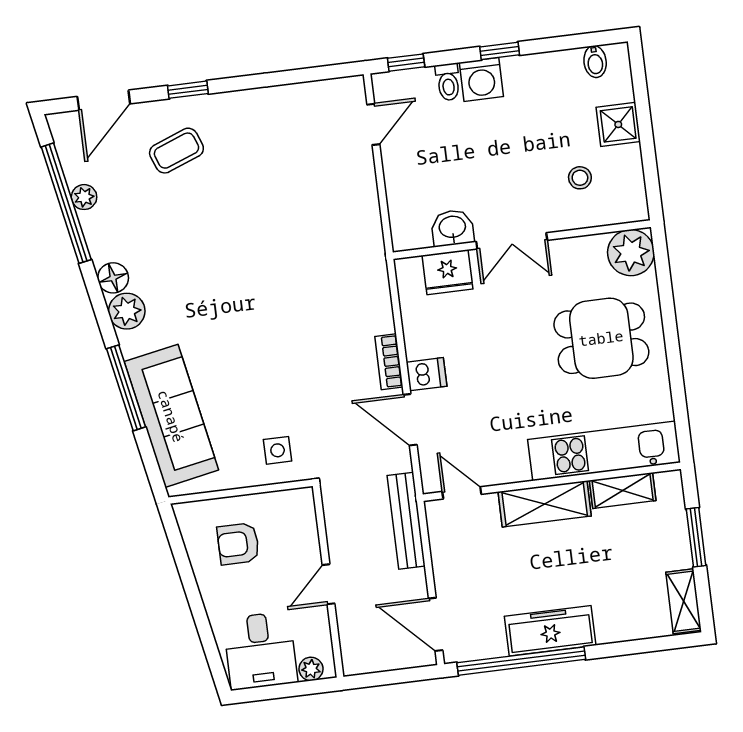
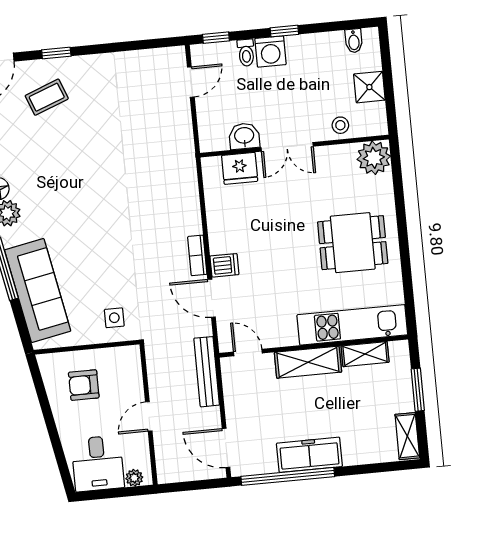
washbasin: (452, 228) -> (244, 136), moved
wall: (522, 240) -> (294, 146), moved
double door: (512, 241) -> (287, 147), moved
plant: (631, 253) -> (374, 158), moved
fridge: (448, 272) -> (240, 168), moved

